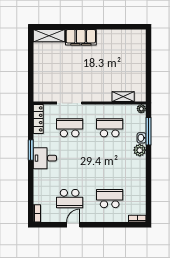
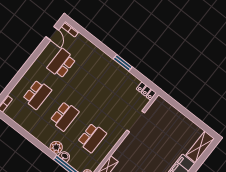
locker: (38, 119) -> (146, 91), width x0.66
school desk: (70, 128) -> (64, 116), moved
desk: (45, 158) -> (108, 69), removed
door: (73, 225) -> (52, 33), moved

